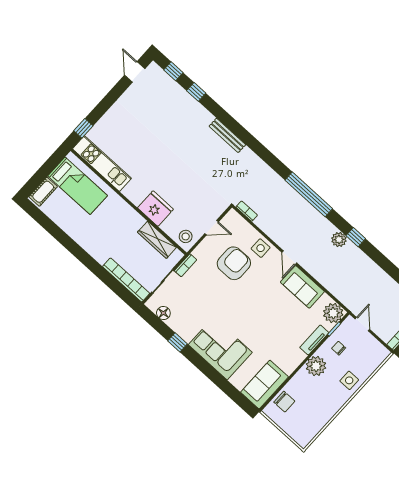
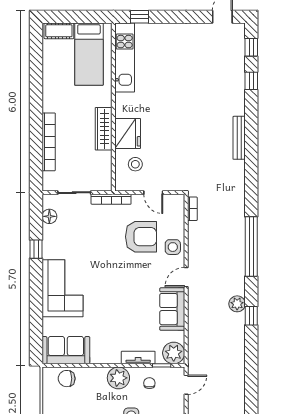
stool: (186, 236) -> (135, 164), moved
wardrobe: (157, 240) -> (104, 129), moved
bookcase: (185, 265) -> (111, 199), width x1.56
bookcase: (126, 280) -> (49, 142), moved
chair: (284, 402) -> (67, 379), turned 90

